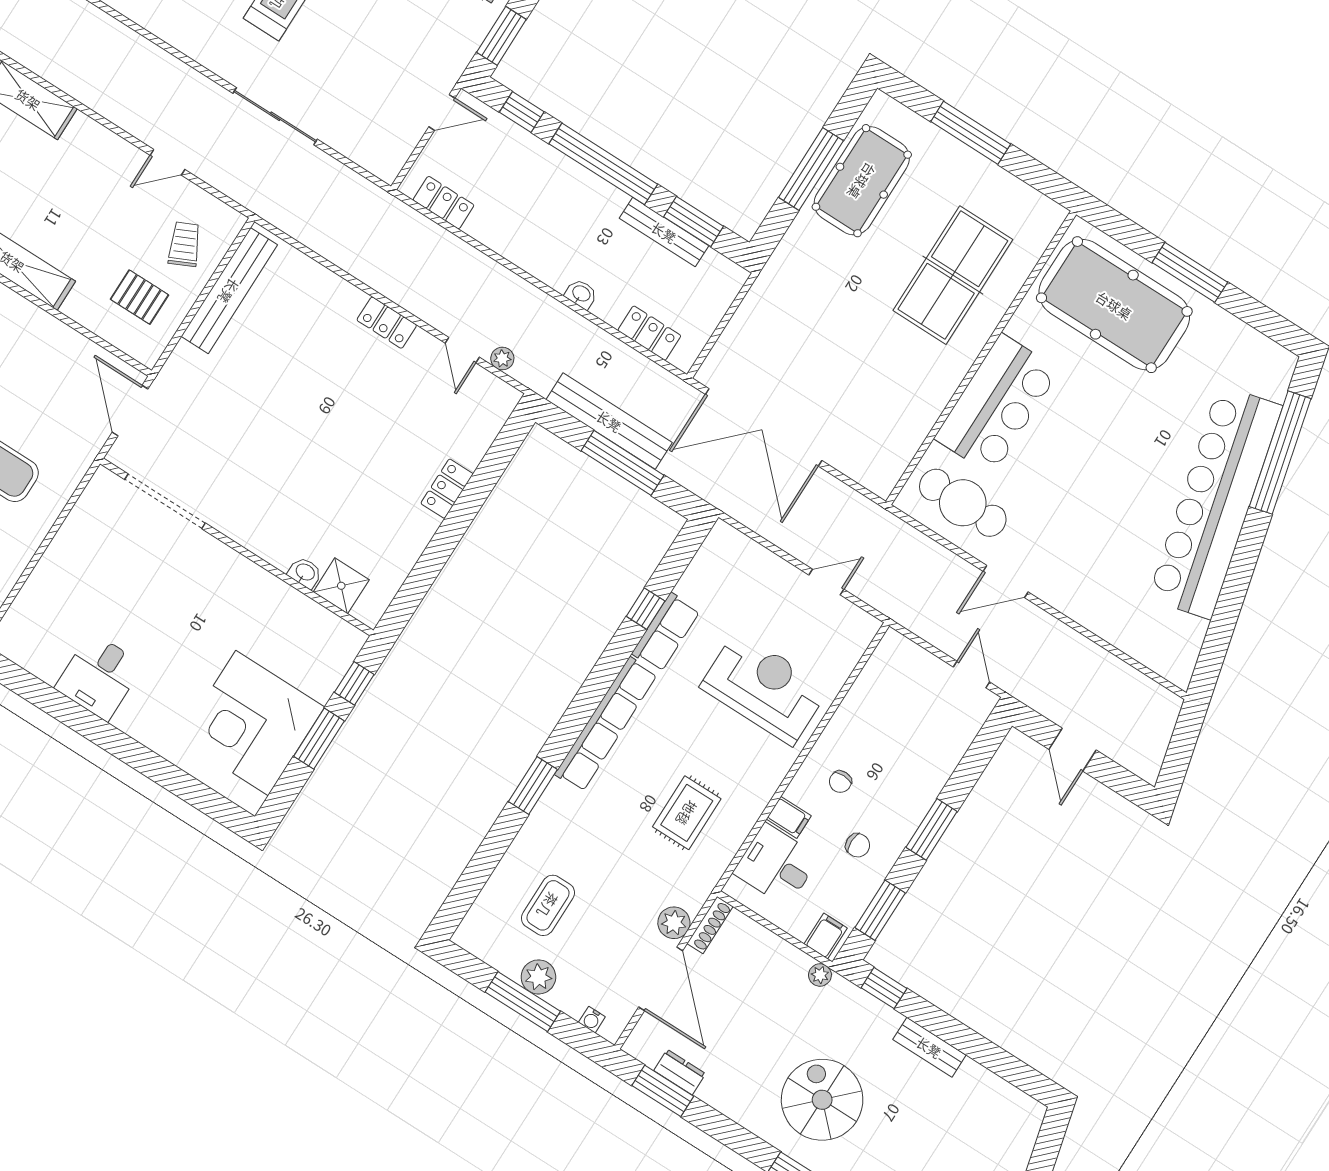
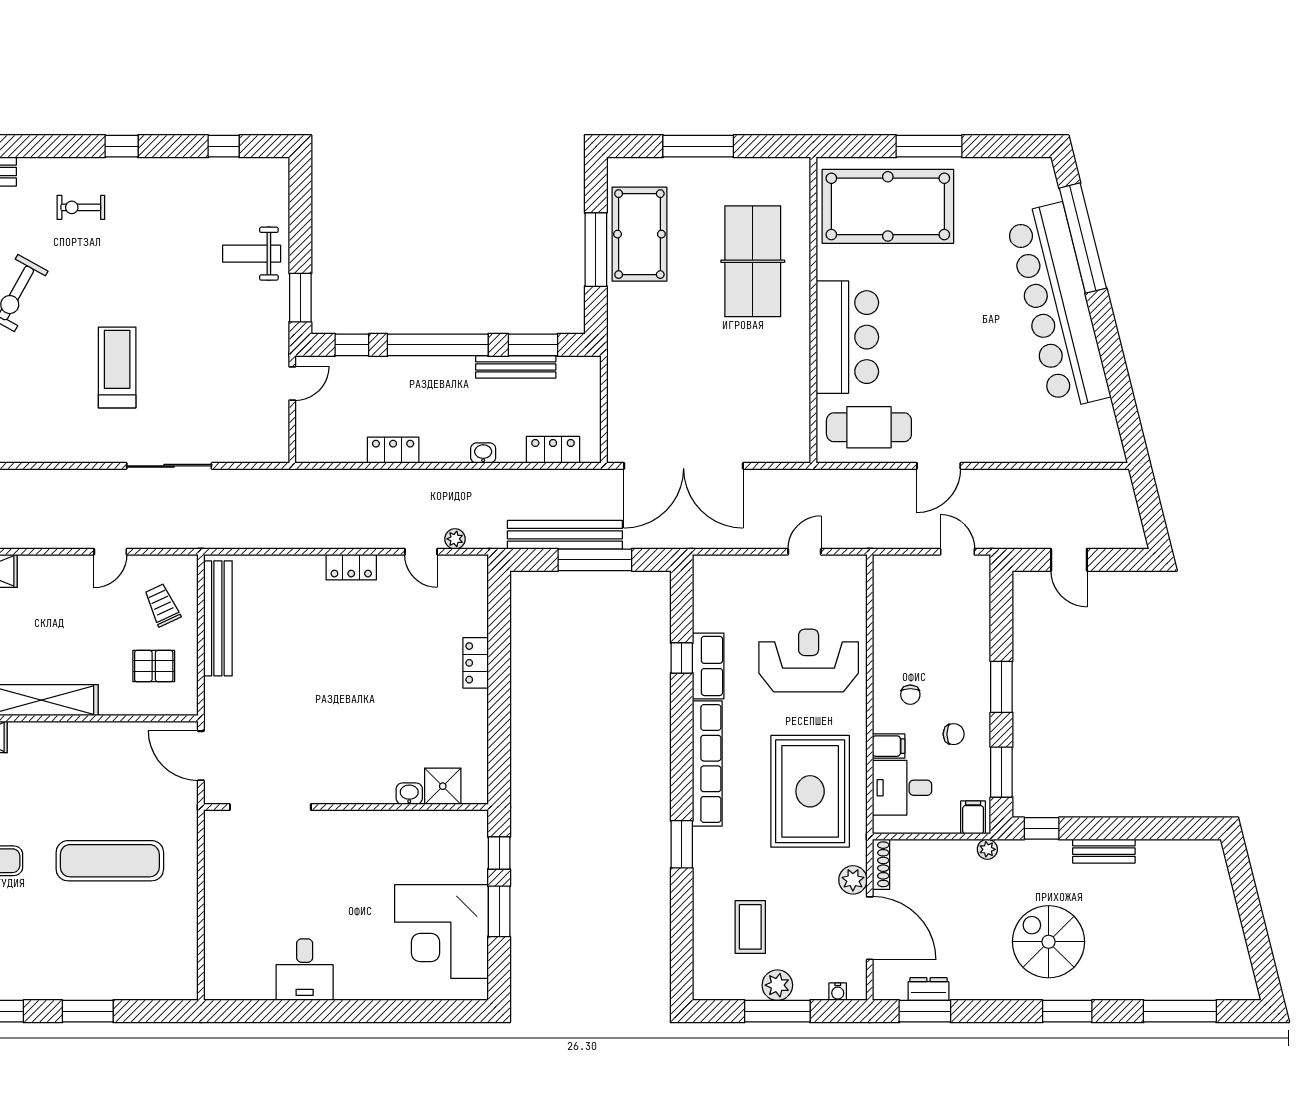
locker: (444, 203) -> (393, 450), moved
rug: (687, 813) -> (810, 791), width x1.86, depth x2.06

